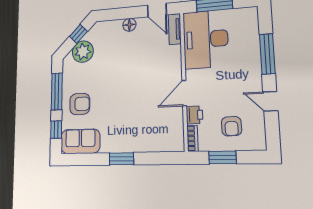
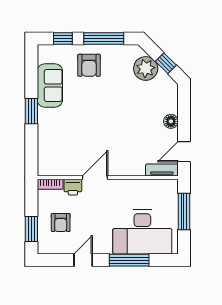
desk: (206, 39) -> (142, 232), moved, turned 180
door: (184, 93) -> (95, 178), hinge flipped
armchair: (231, 126) -> (61, 223), turned -89
sofa: (80, 141) -> (50, 85), moved
window: (222, 157) -> (31, 229), moved

